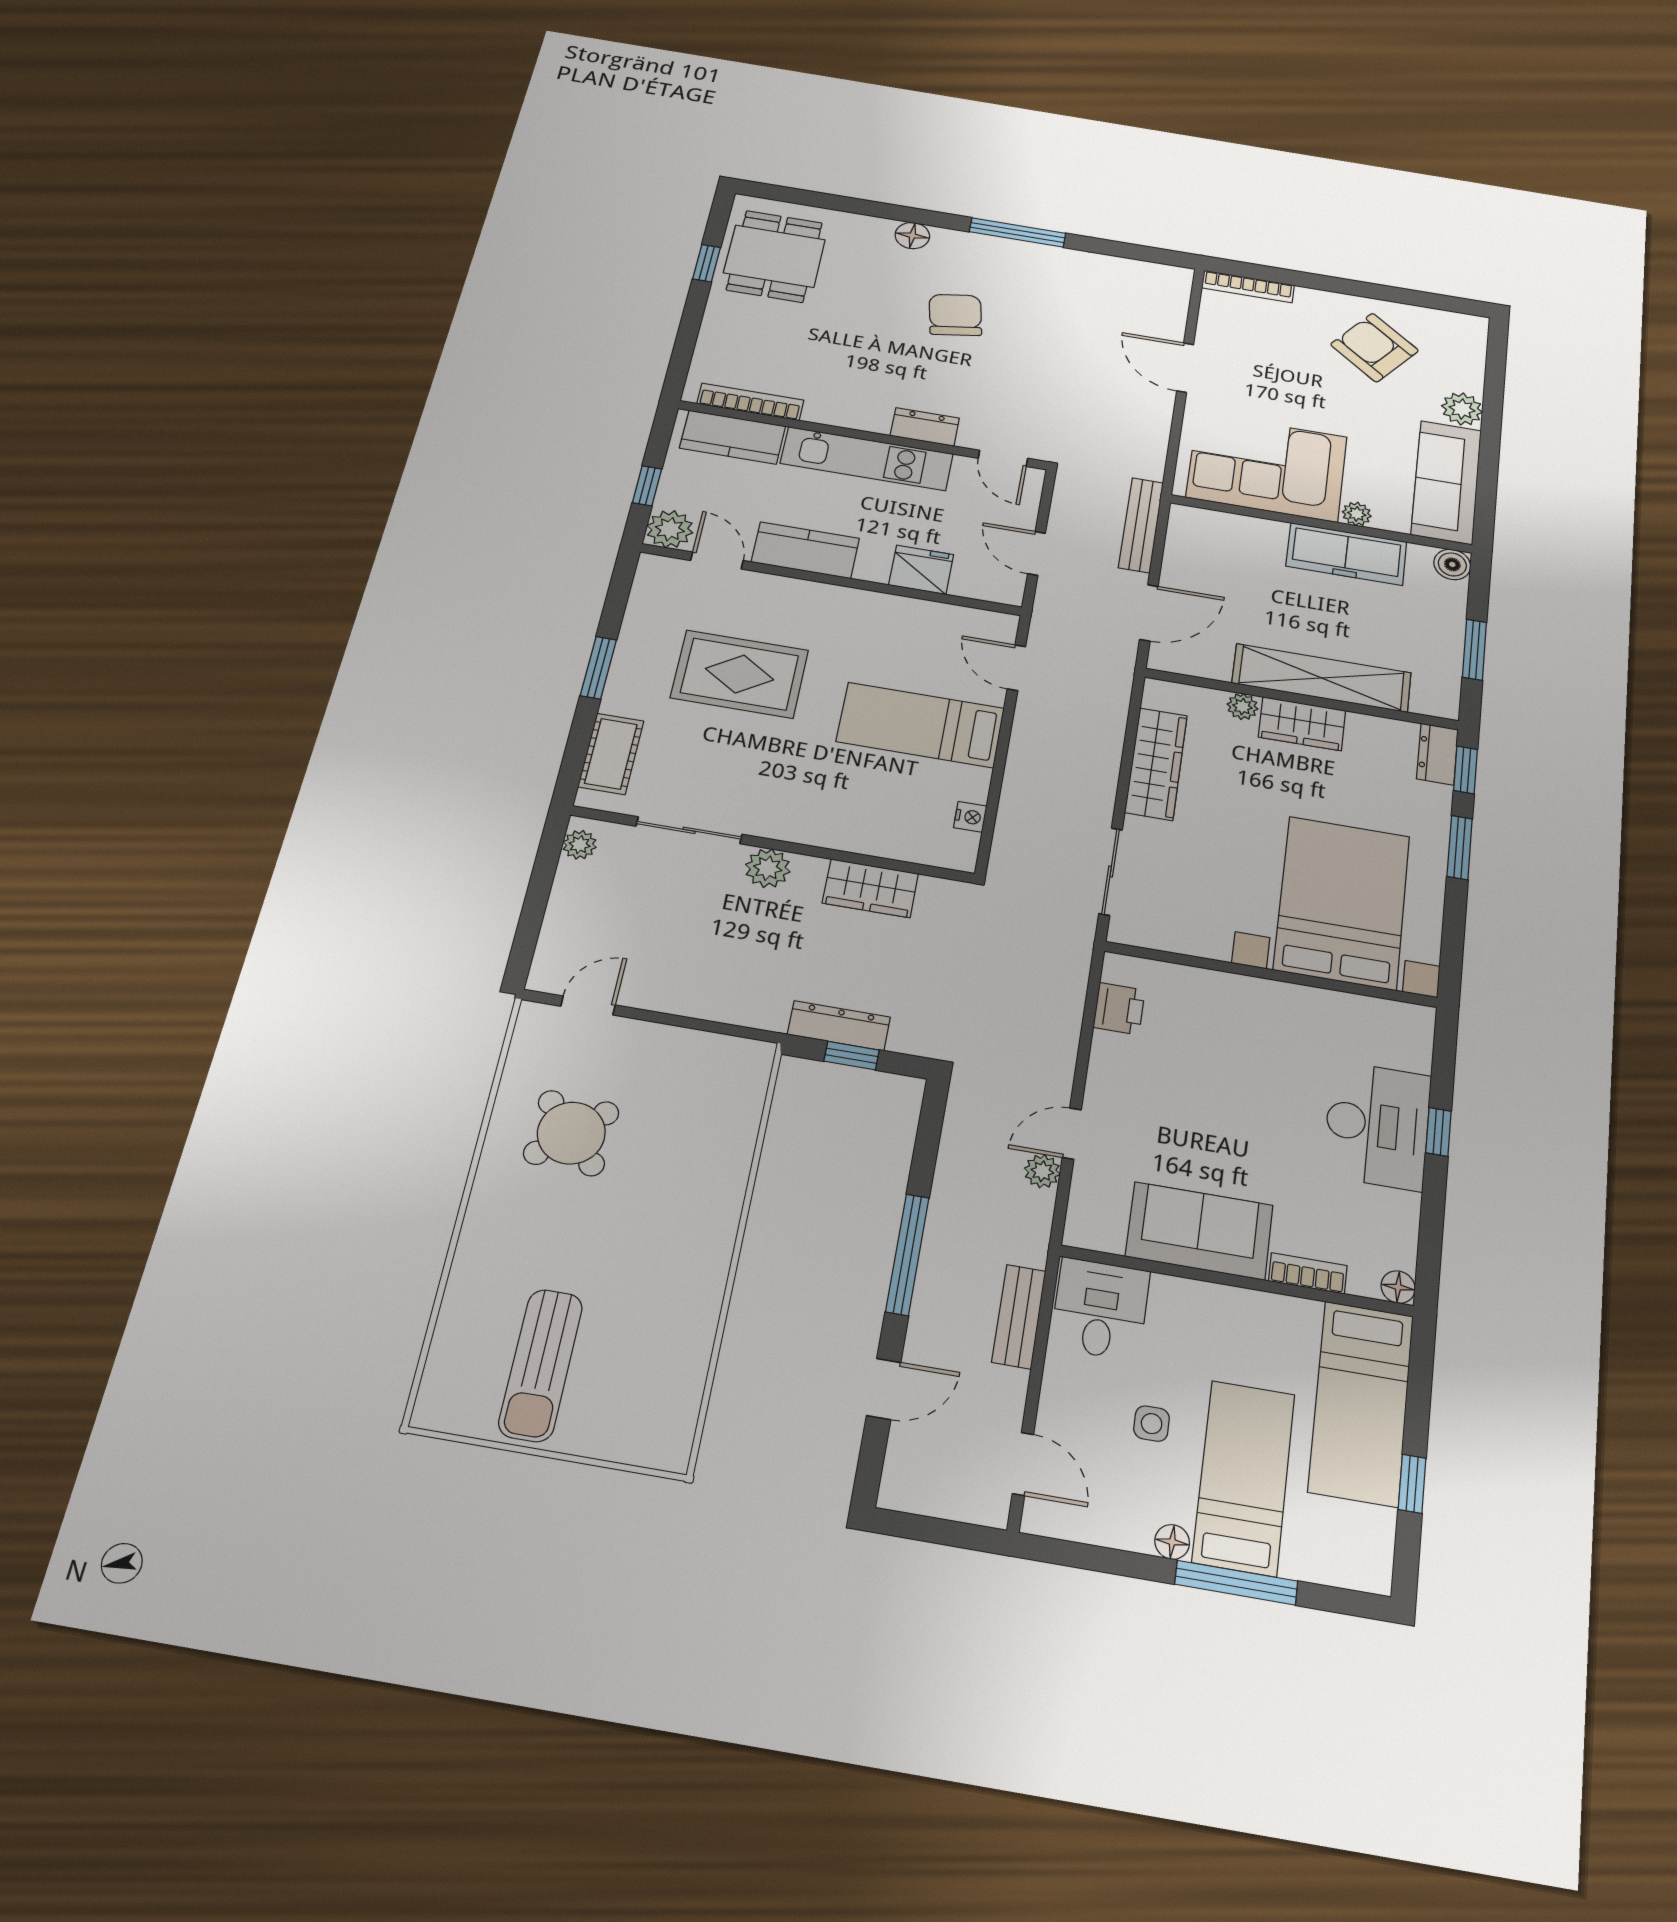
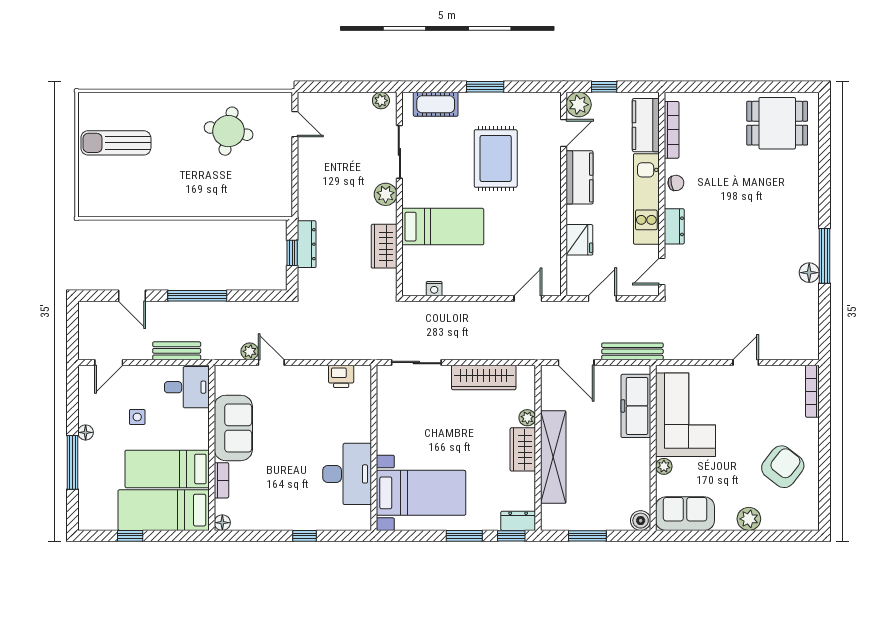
floor lamp: (912, 236) -> (809, 273), moved
window: (707, 263) -> (764, 87), removed
chair: (955, 315) -> (676, 183), moved, width x0.54, depth x0.54
door: (1185, 368) -> (746, 363), width x0.73
sofa: (1446, 482) -> (685, 514), width x0.73
freezer: (1346, 554) -> (636, 406), moved
bed: (921, 725) -> (443, 227), moved, turned 90
bed with nightstands: (1342, 902) -> (421, 493), width x0.73
desk: (1377, 1125) -> (347, 474), moved, turned -90
round table: (571, 1133) -> (229, 131), turned -36
bed: (1244, 1477) -> (167, 469), moved, turned 180

